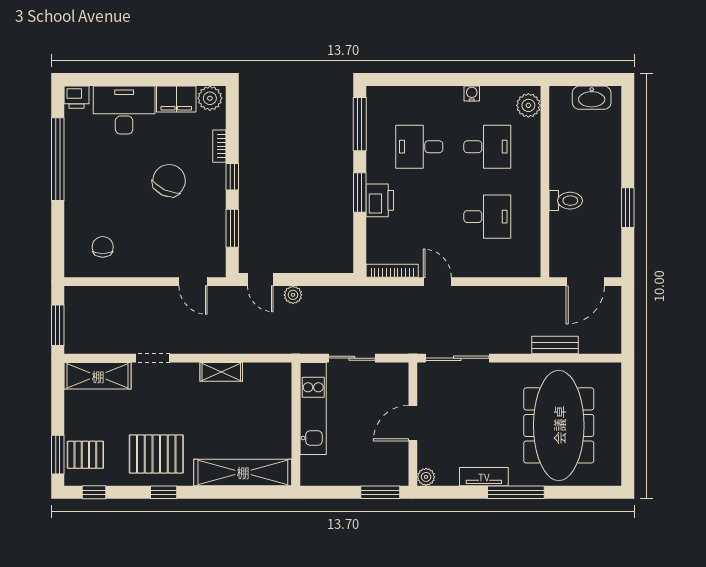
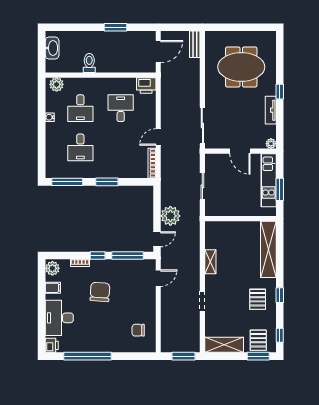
filing cabinet: (176, 99) -> (53, 288), width x0.50
desk: (487, 147) -> (80, 108), turned 180
chair: (169, 181) -> (100, 292), turned 69
printer: (380, 200) -> (146, 85), moved, turned 180
toilet: (566, 201) -> (89, 63), moved
window: (232, 228) -> (127, 255), width x1.44
door: (585, 282) -> (158, 52), hinge flipped
plant: (293, 295) -> (170, 216), width x1.87, depth x1.87
bench: (555, 345) -> (195, 44), moved
shelving: (98, 376) -> (224, 345), moved, turned 90
kitchen unit: (313, 409) -> (269, 180), moved, turned -90
meeting table: (559, 425) -> (241, 67), width x0.73
pallet: (156, 454) -> (258, 299), width x0.67, depth x0.71
window: (380, 492) -> (280, 189), moved
window: (516, 492) -> (280, 92), width x0.46

